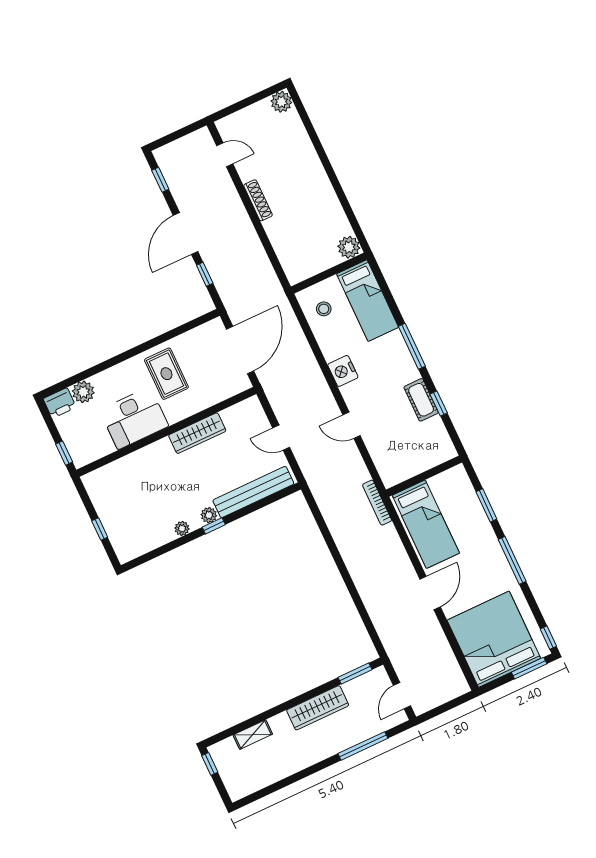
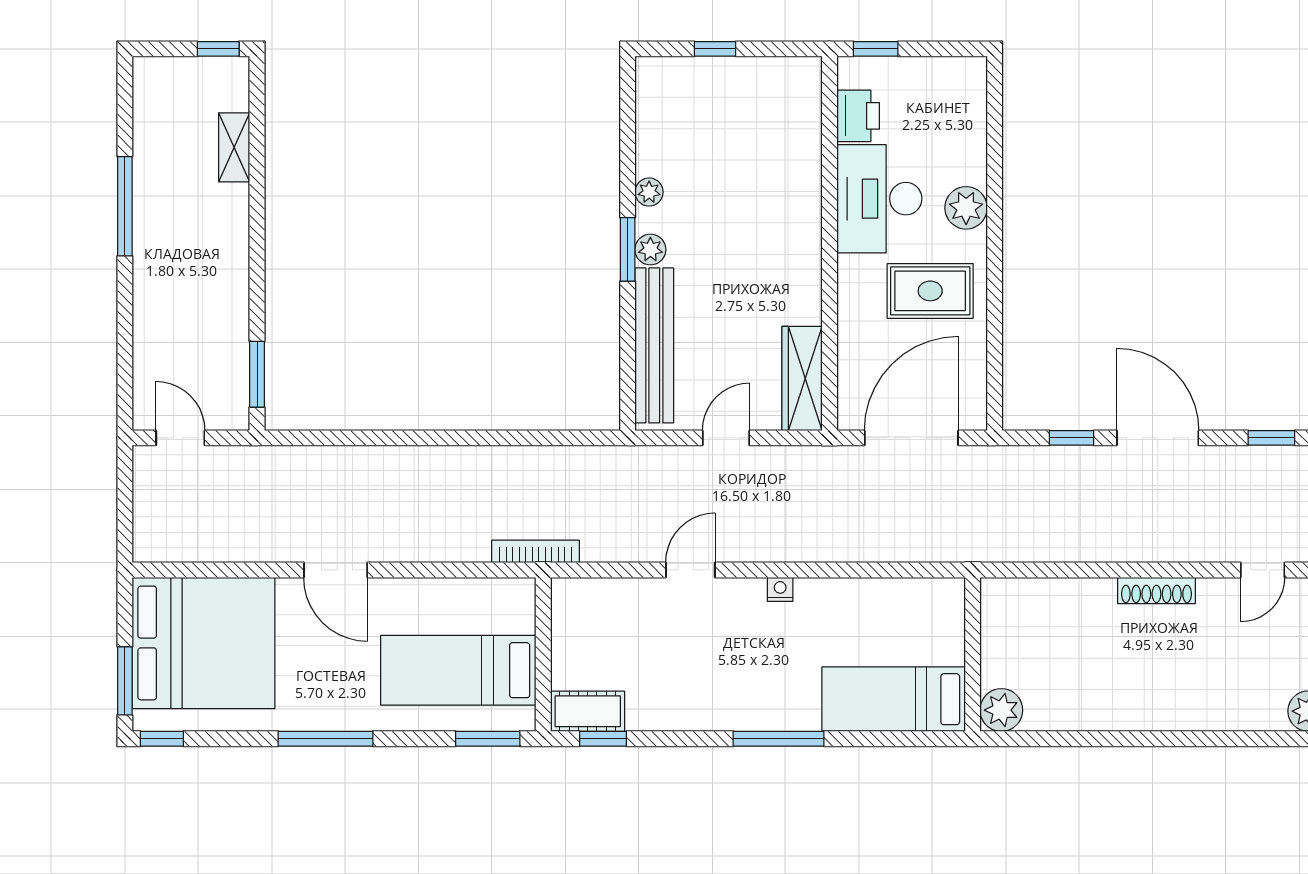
stool: (324, 309) -> (915, 616), removed
door: (240, 350) -> (911, 438), swing flipped
nightstand: (343, 371) -> (780, 589), width x0.53, depth x0.56
plant: (83, 392) -> (966, 208), moved
cot: (421, 400) -> (588, 711), moved
printer: (60, 403) -> (858, 116), moved, turned 180
window: (439, 403) -> (603, 739), moved
wardrobe: (197, 433) -> (802, 379), moved
window: (486, 505) -> (488, 739), moved
bed: (426, 524) -> (458, 670), moved
window: (214, 526) -> (628, 249), width x1.50
wardrobe: (318, 708) -> (228, 282), removed
window: (363, 746) -> (125, 206), moved

